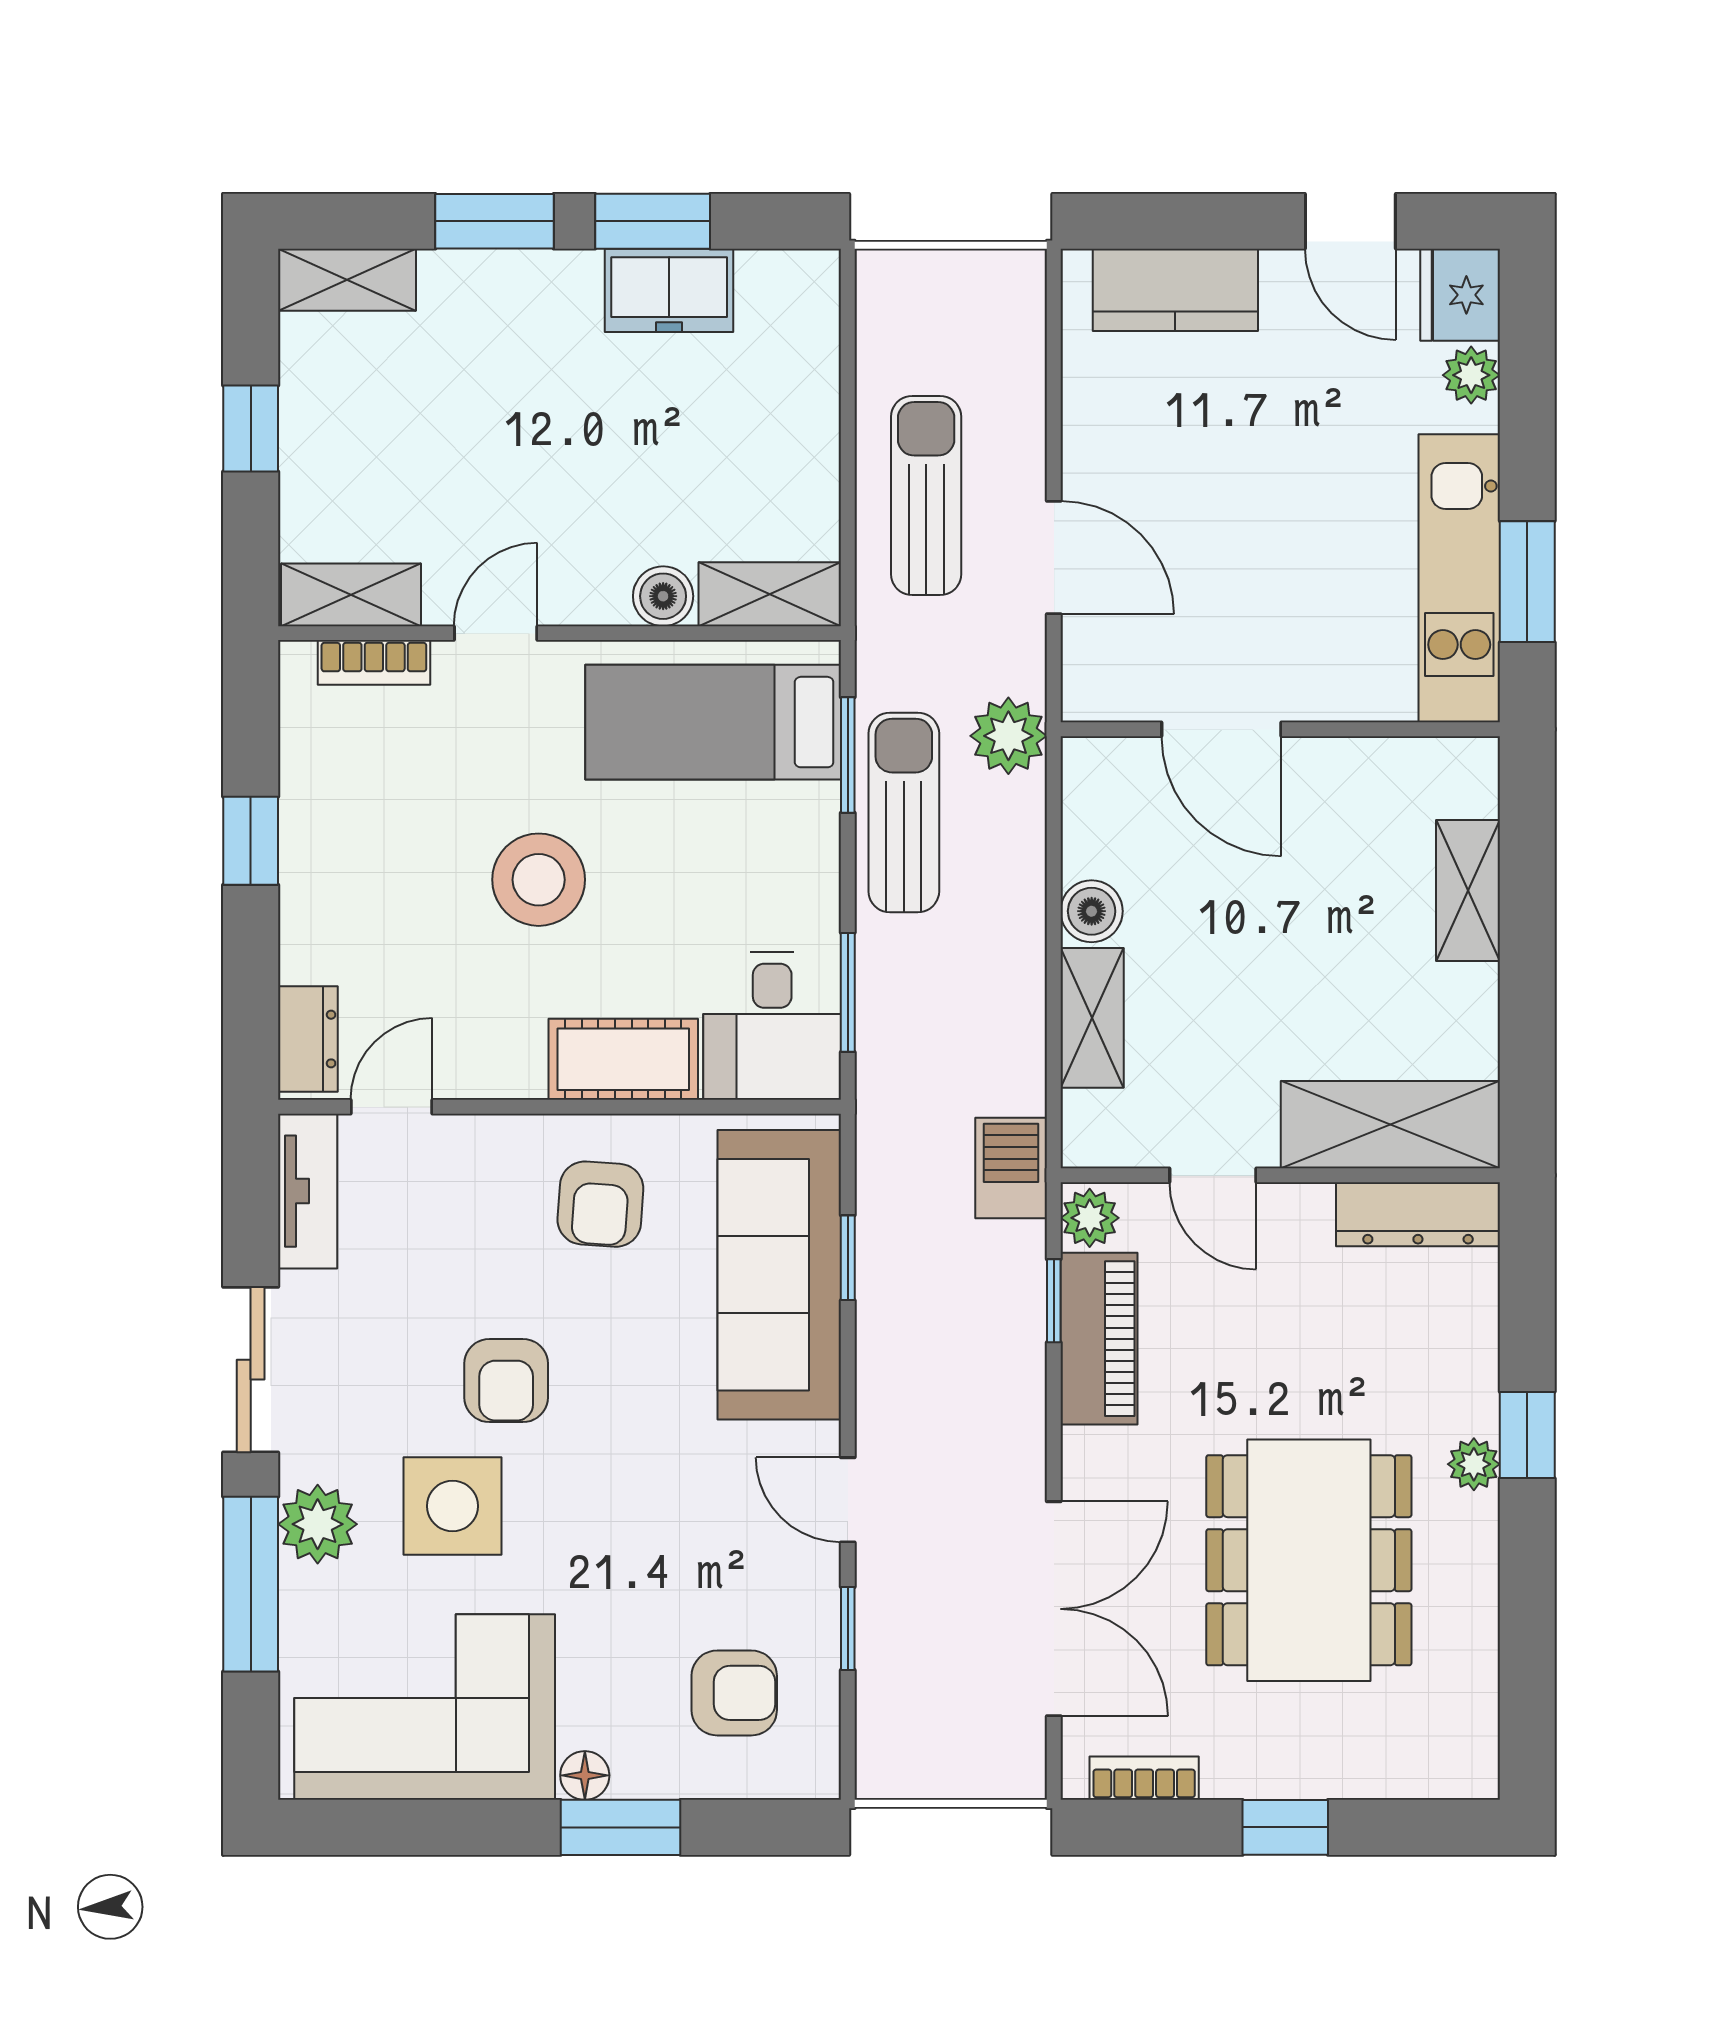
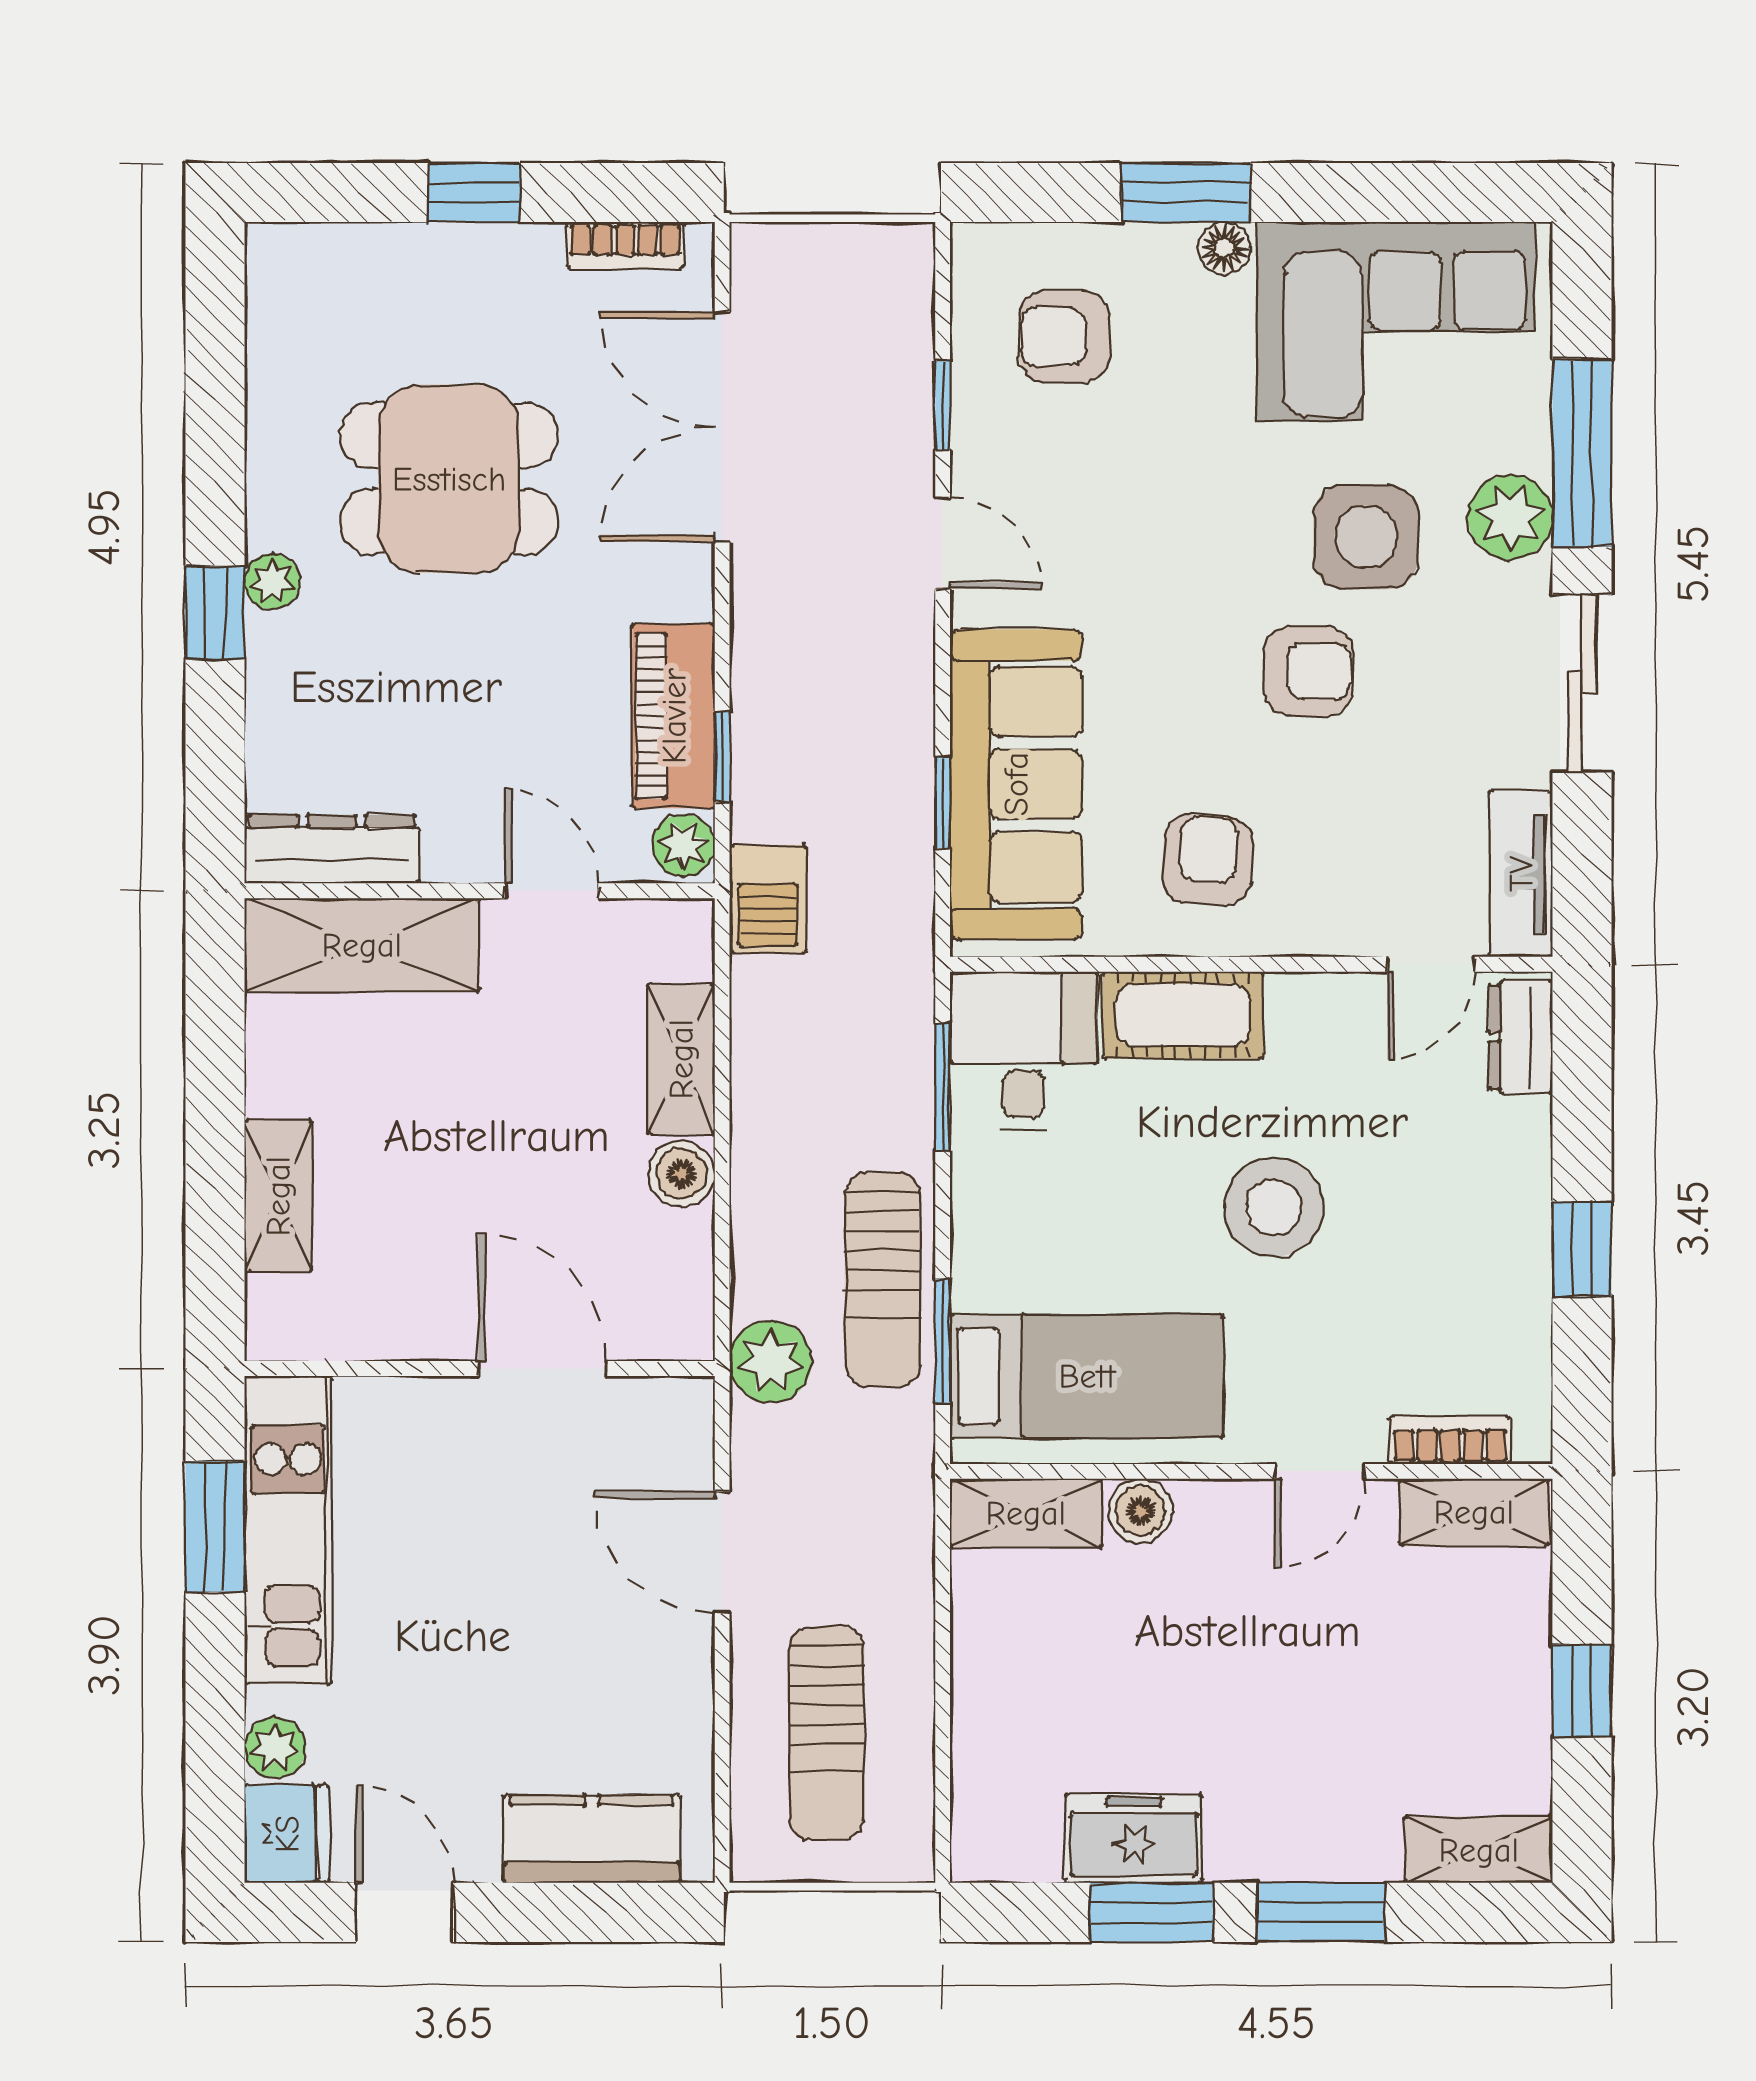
sun lounger: (926, 495) -> (827, 1733), moved
armchair: (506, 1381) -> (1308, 671), turned 90
dining table: (1309, 1560) -> (449, 479), width x0.73

